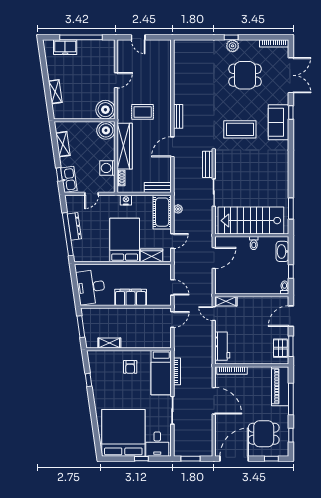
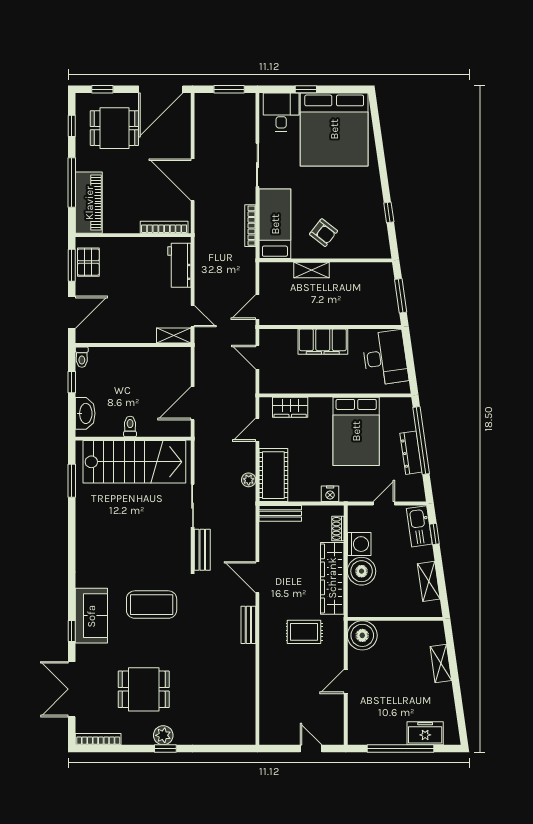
boiler: (106, 130) -> (362, 571), moved
door: (172, 147) -> (257, 577), swing flipped
bed: (125, 240) -> (356, 431), moved
shelving: (109, 343) -> (311, 270), moved
armchair: (130, 367) -> (324, 233), turned 128

